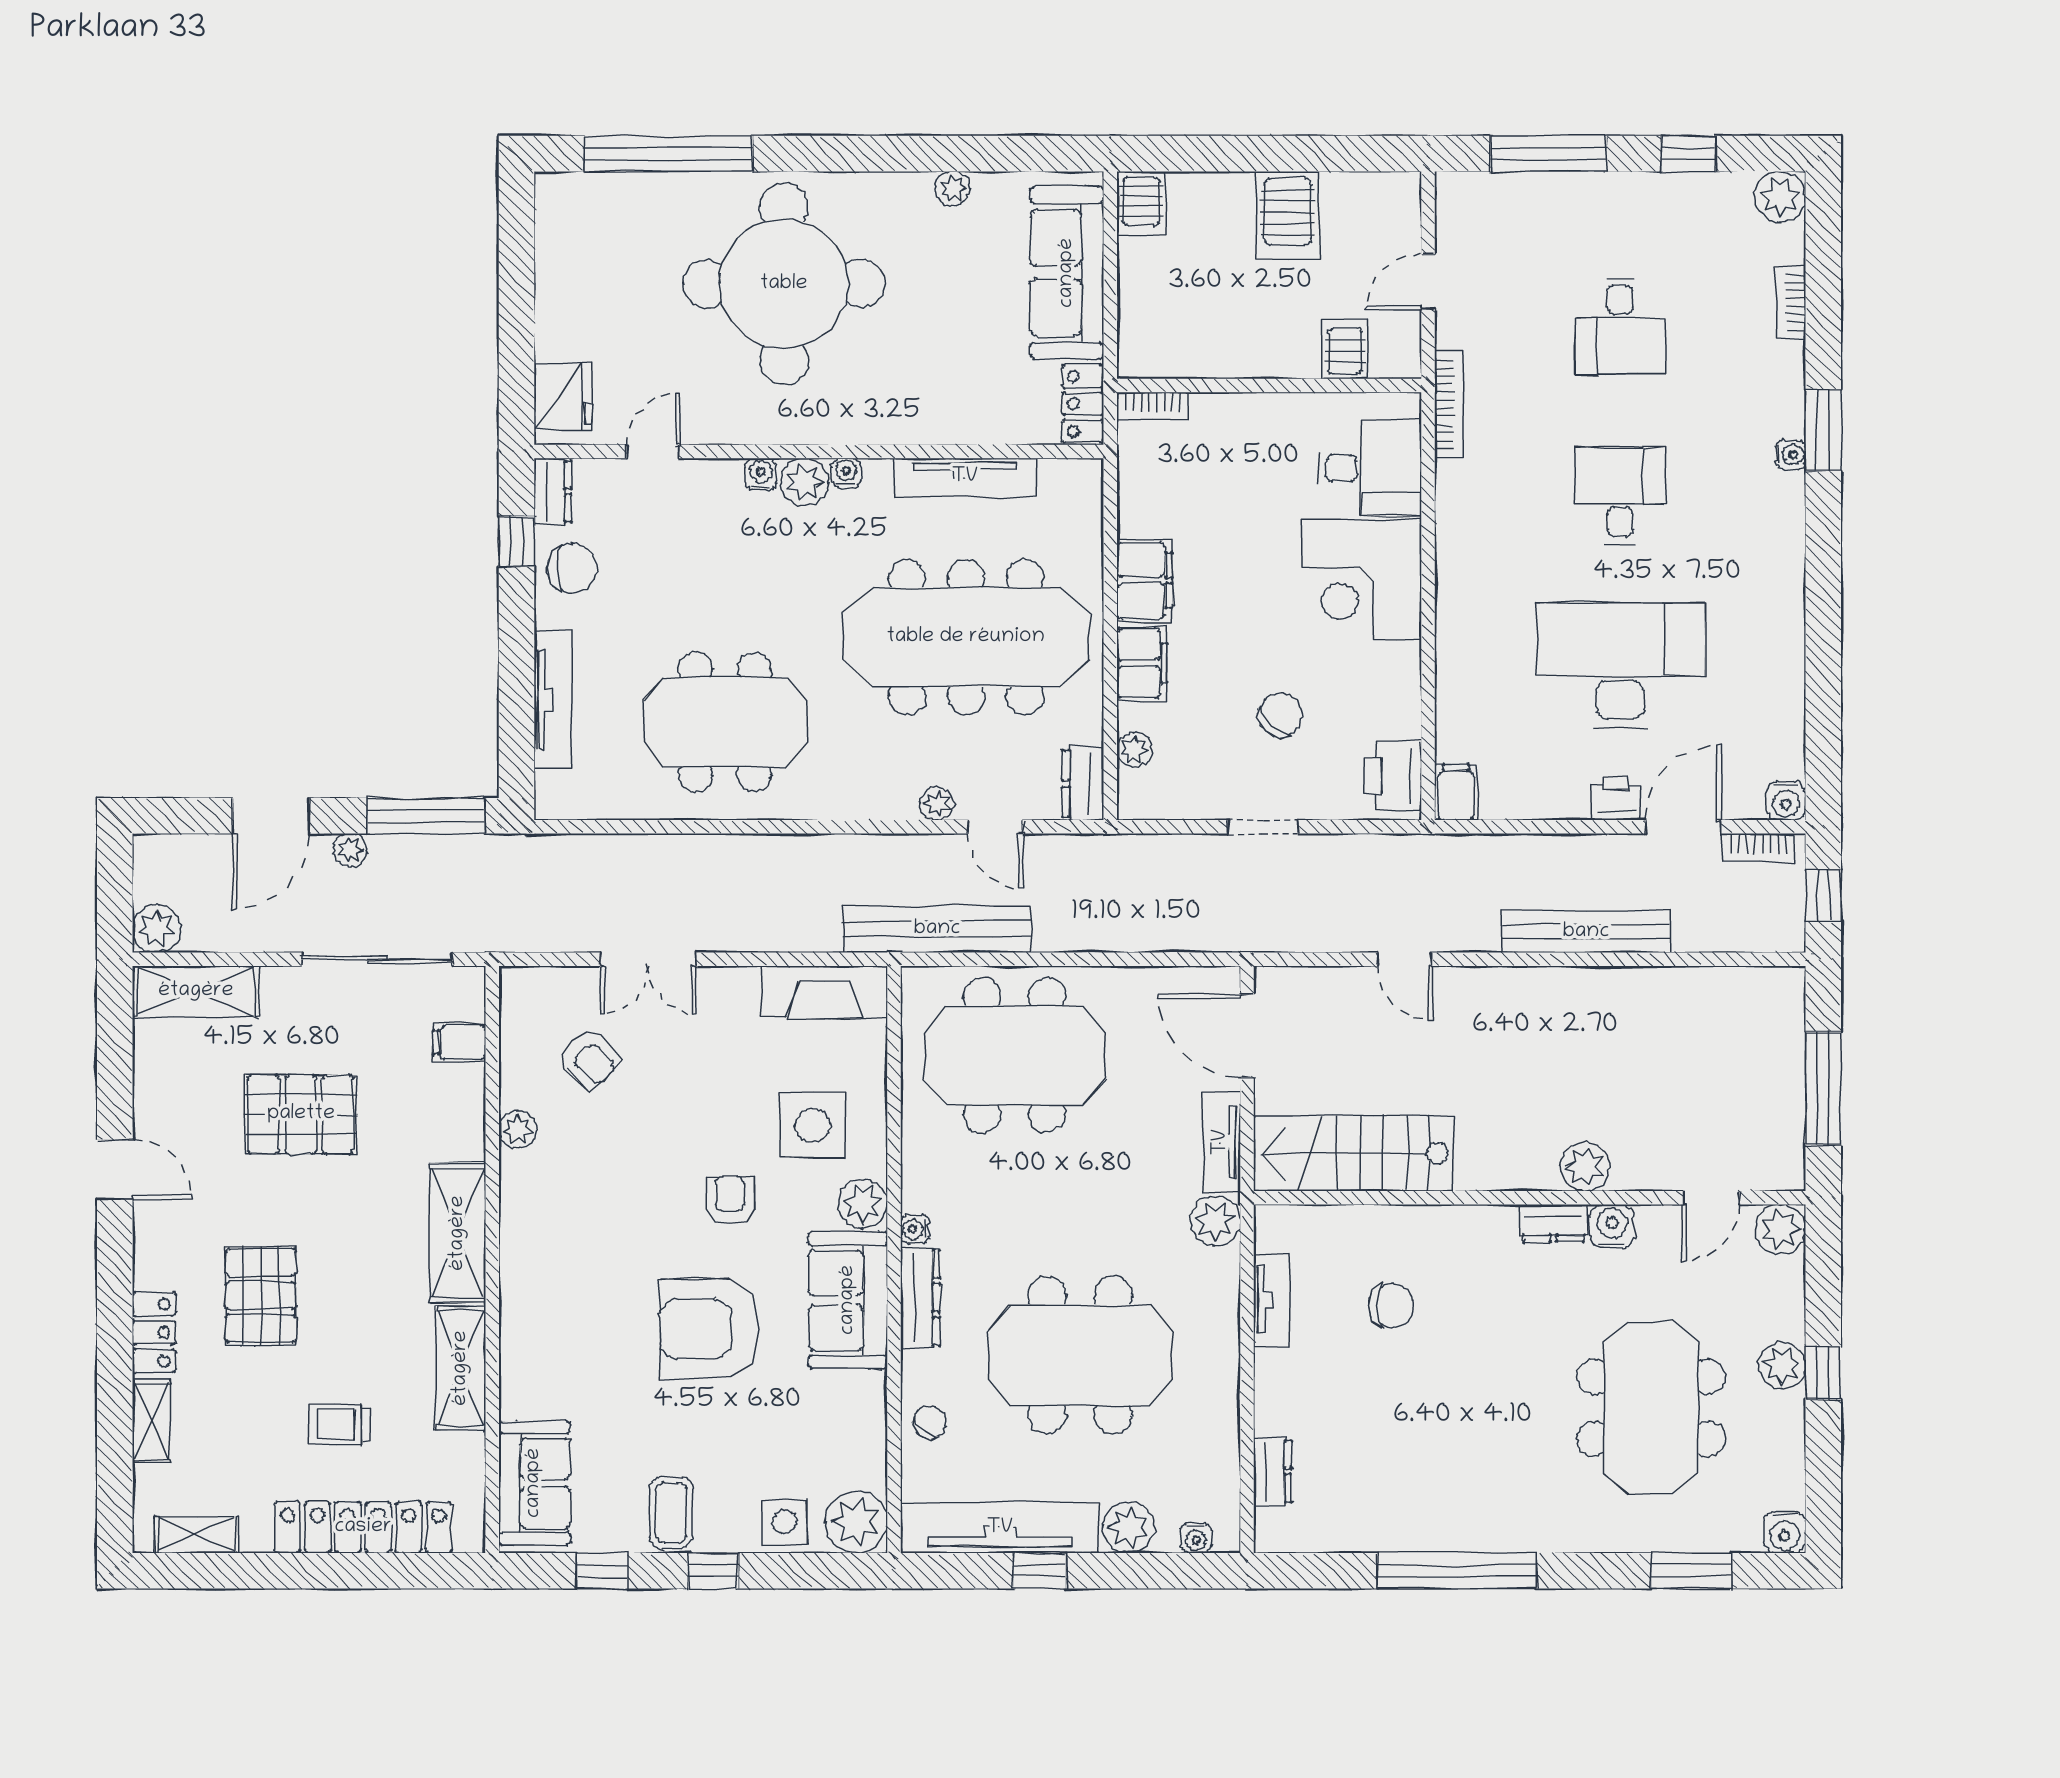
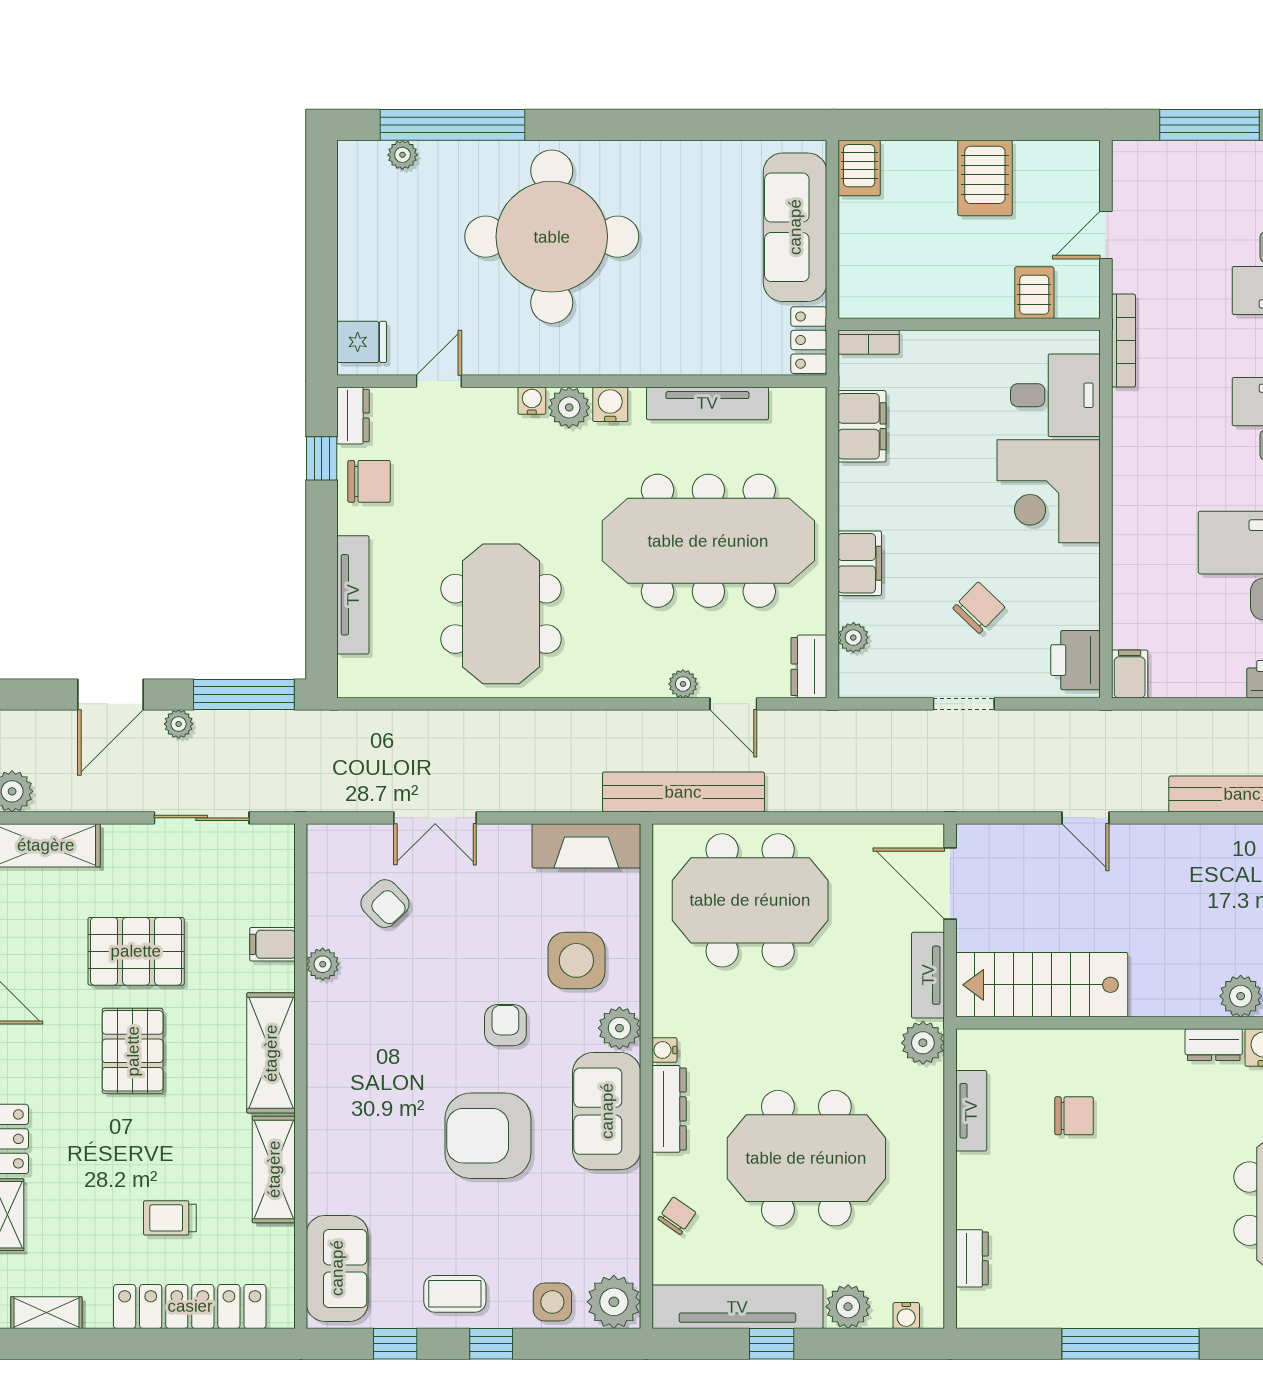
plant: (953, 188) -> (402, 155), moved
fridge: (563, 397) -> (362, 342), width x0.72
water cooler: (846, 473) -> (610, 404), width x1.38, depth x1.38
filing cabinet: (1145, 580) -> (862, 426), moved
meeting table: (725, 722) -> (501, 614), turned 90
sliding door: (377, 959) -> (202, 818), width x0.73
filing cabinet: (459, 1042) -> (272, 944), moved
pallet: (261, 1295) -> (133, 1051), moved
coffee table: (671, 1513) -> (455, 1294), turned 90

